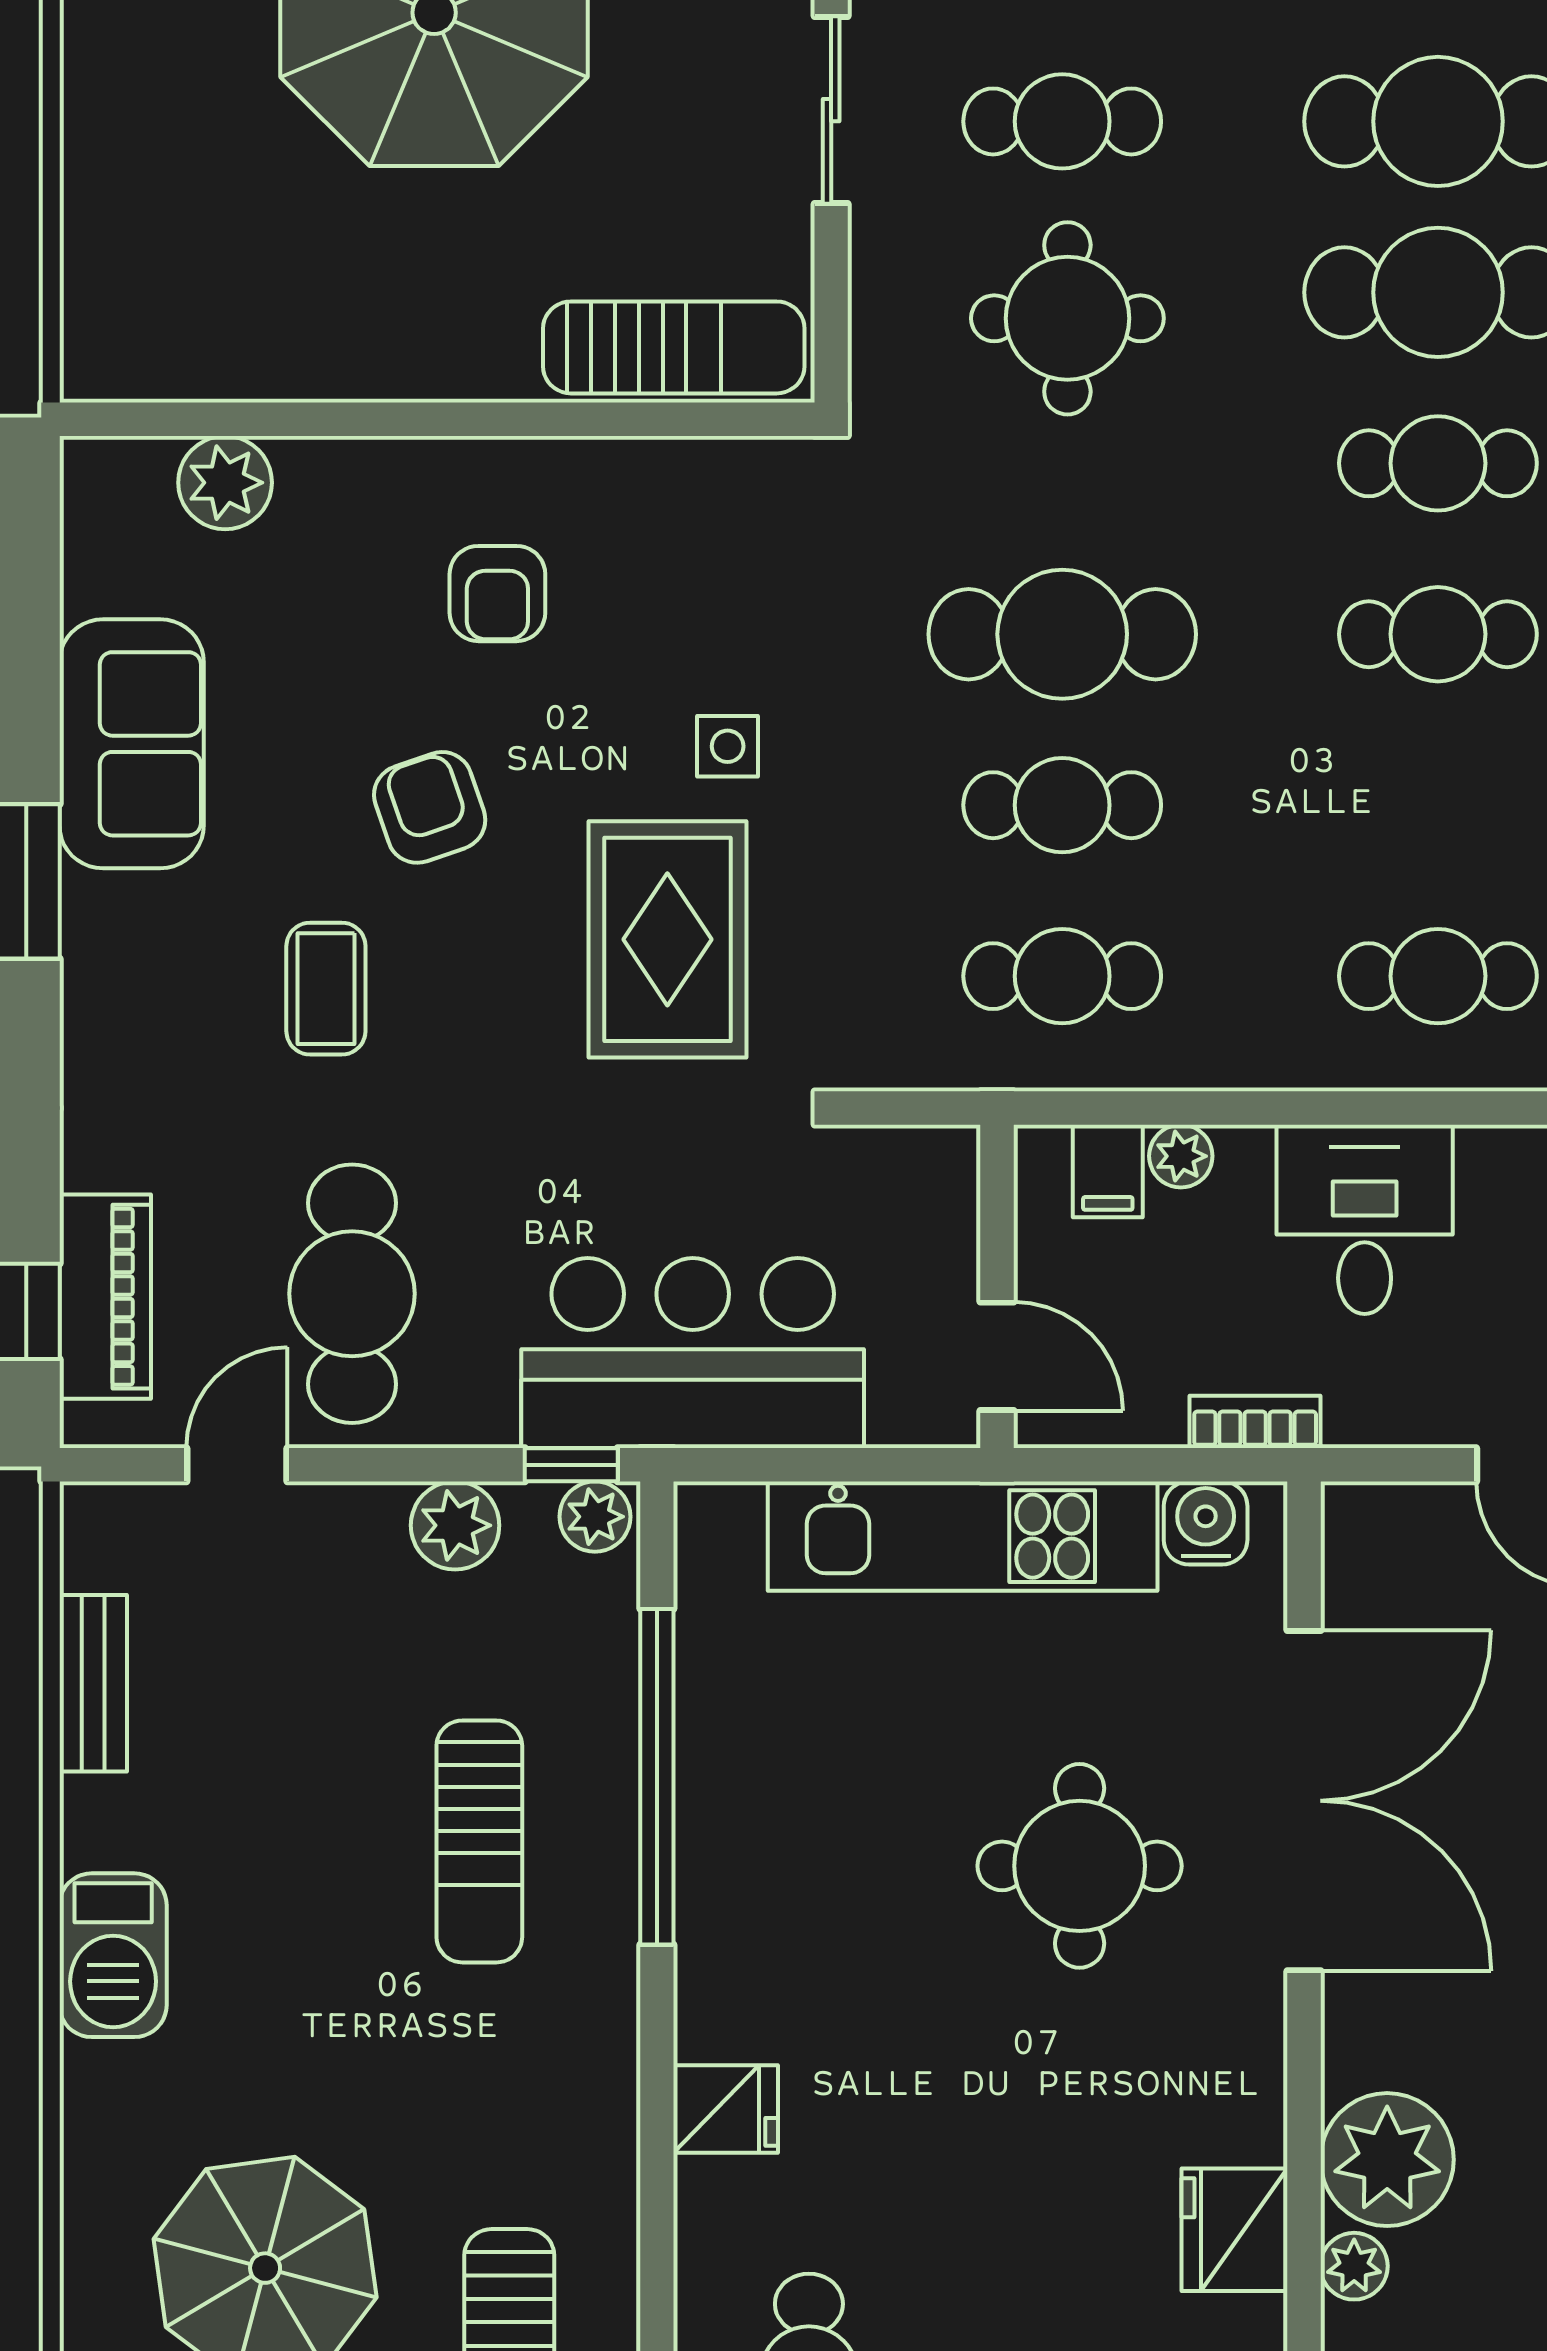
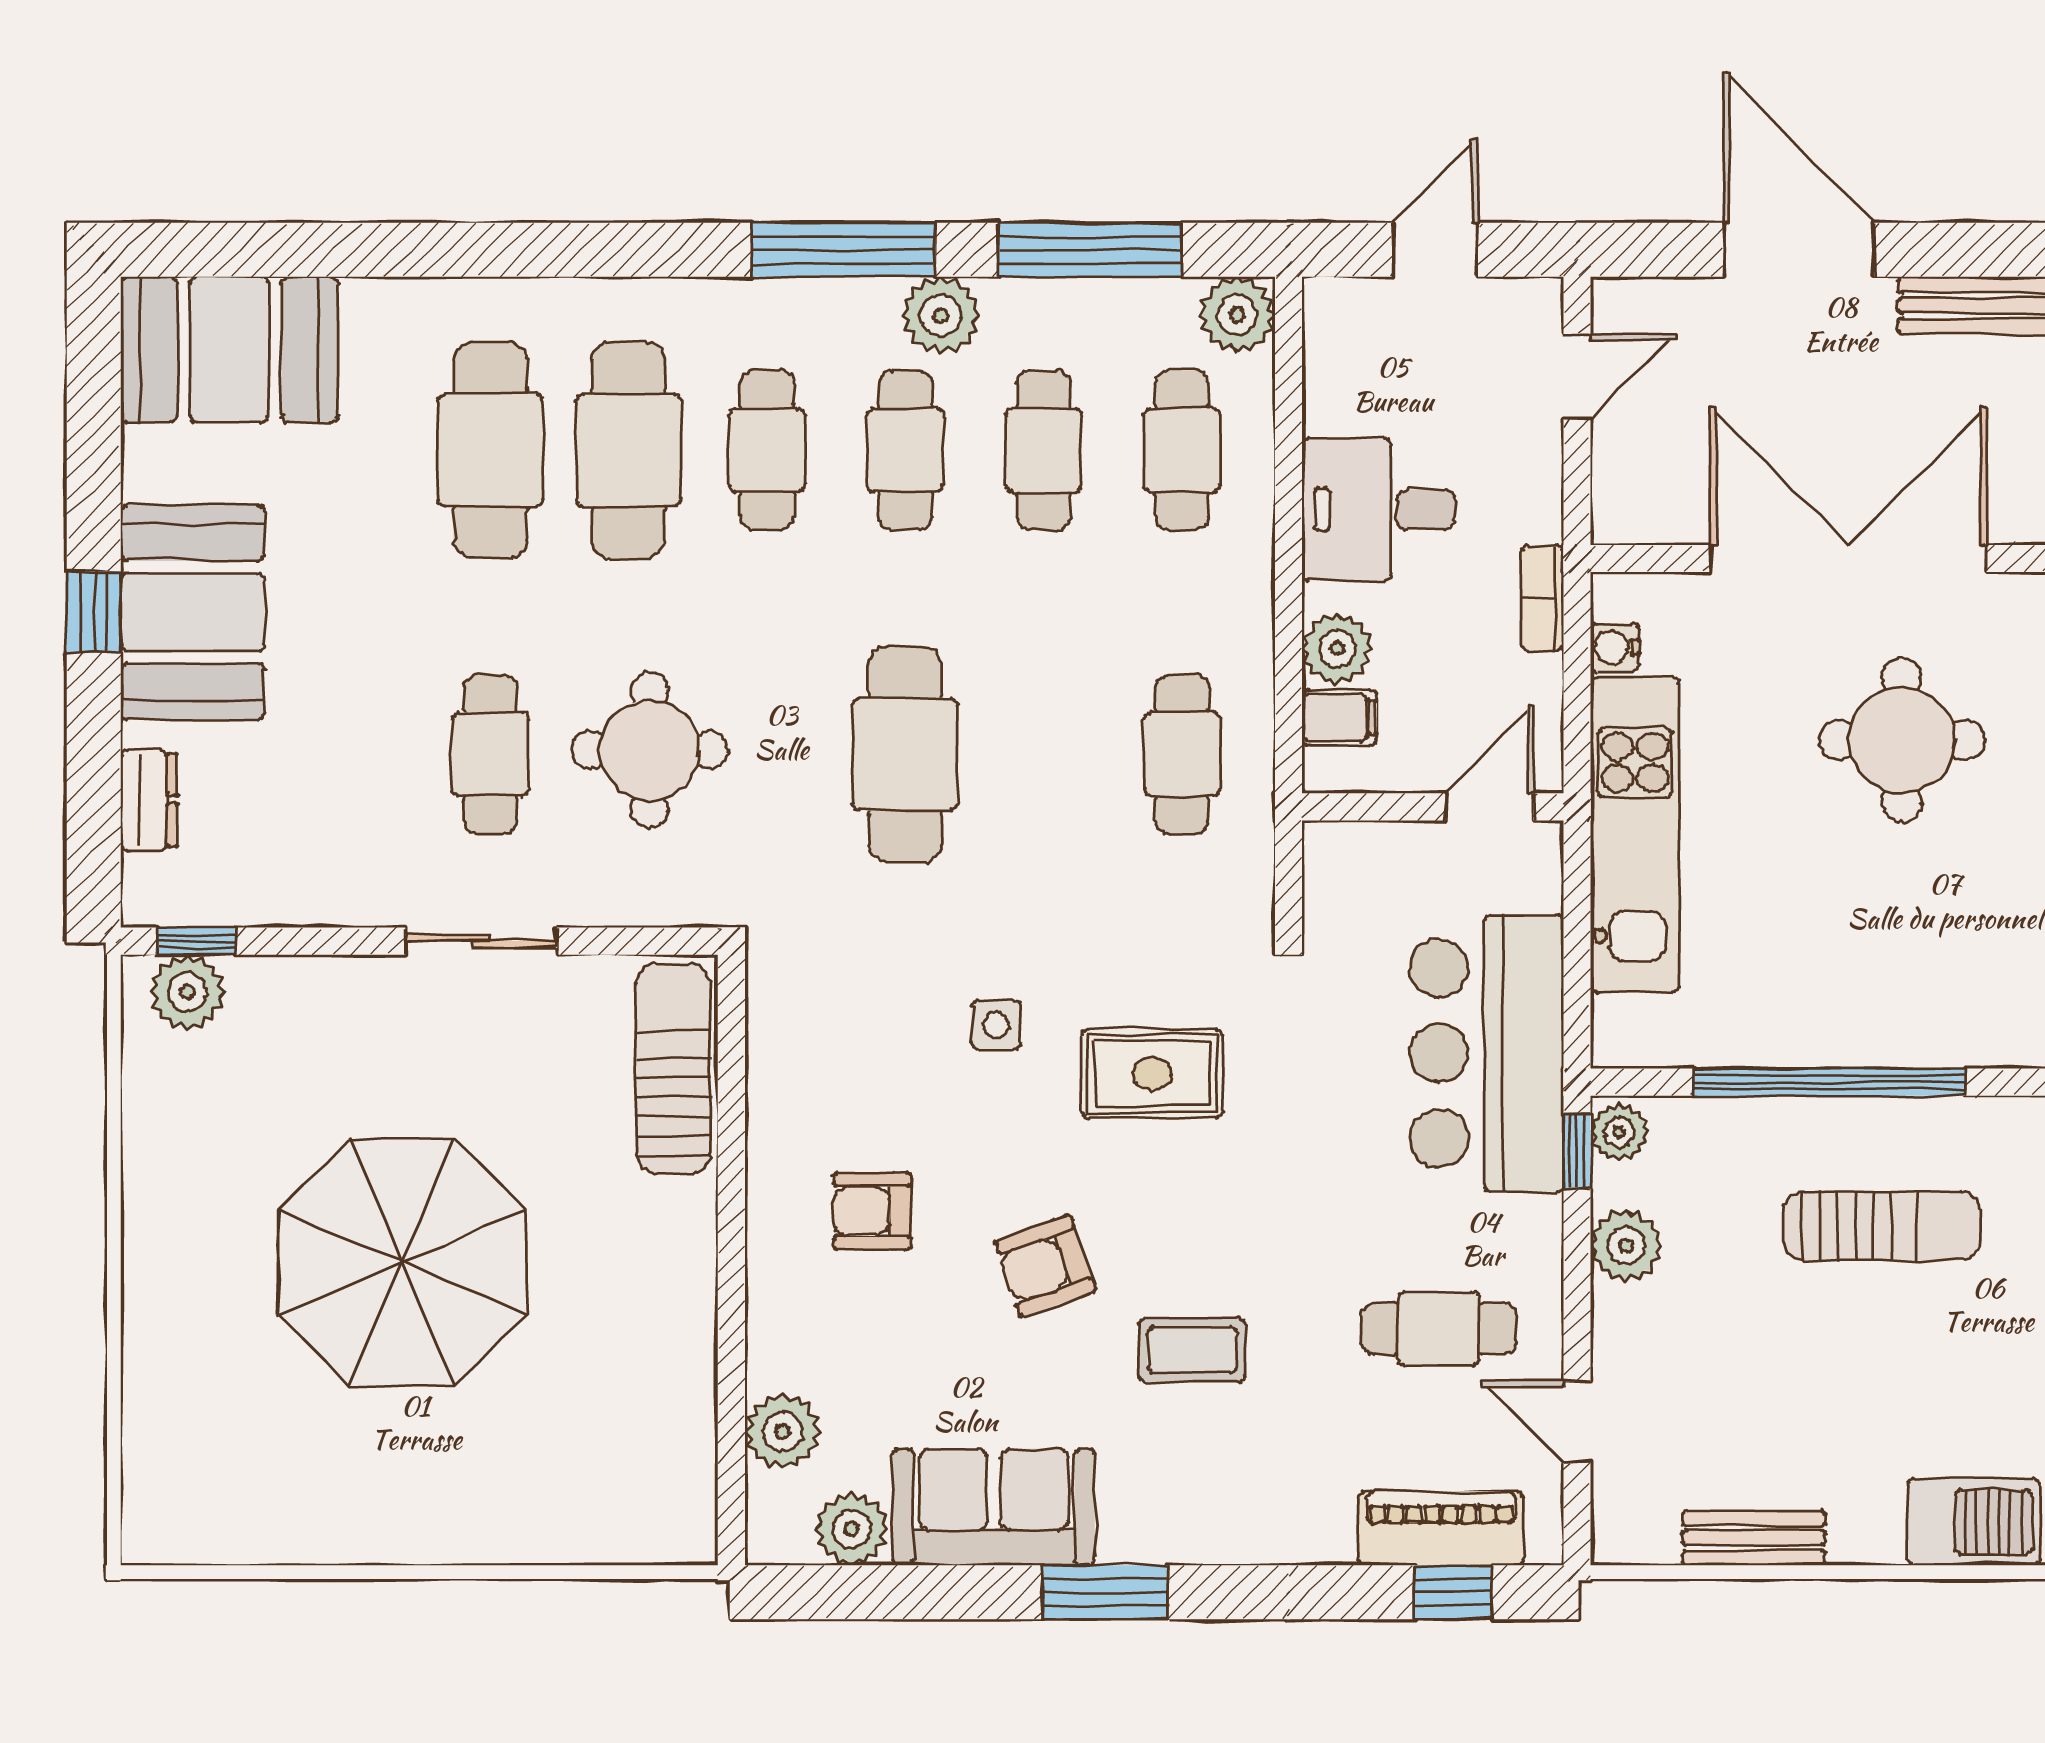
plant: (104, 568) -> (851, 1529), added
armchair: (497, 594) -> (872, 1211), turned 180
cafe table: (1062, 805) -> (1044, 450), moved
rug: (667, 939) -> (1152, 1074), width x0.73, depth x0.70
plant: (1181, 1156) -> (1337, 649), width x1.38, depth x1.38
cafe table: (352, 1294) -> (1439, 1329), width x0.73, depth x0.74
water cooler: (1206, 1523) -> (1615, 647), width x0.72, depth x0.72

